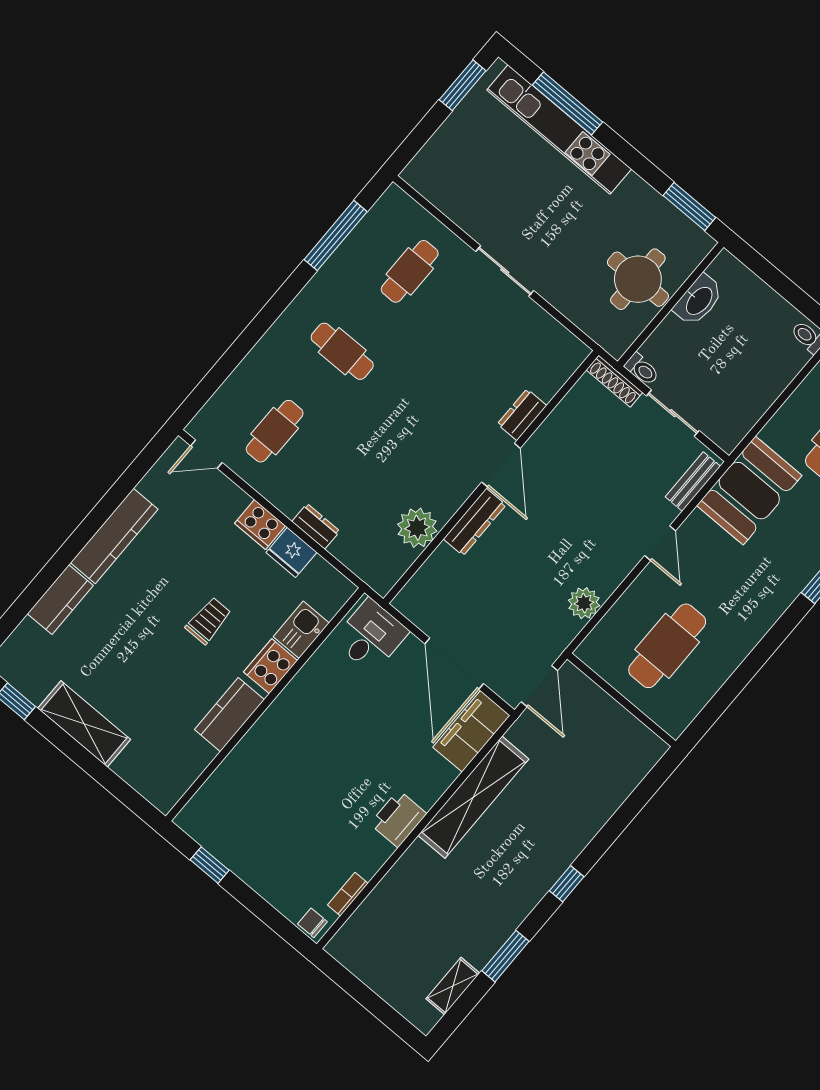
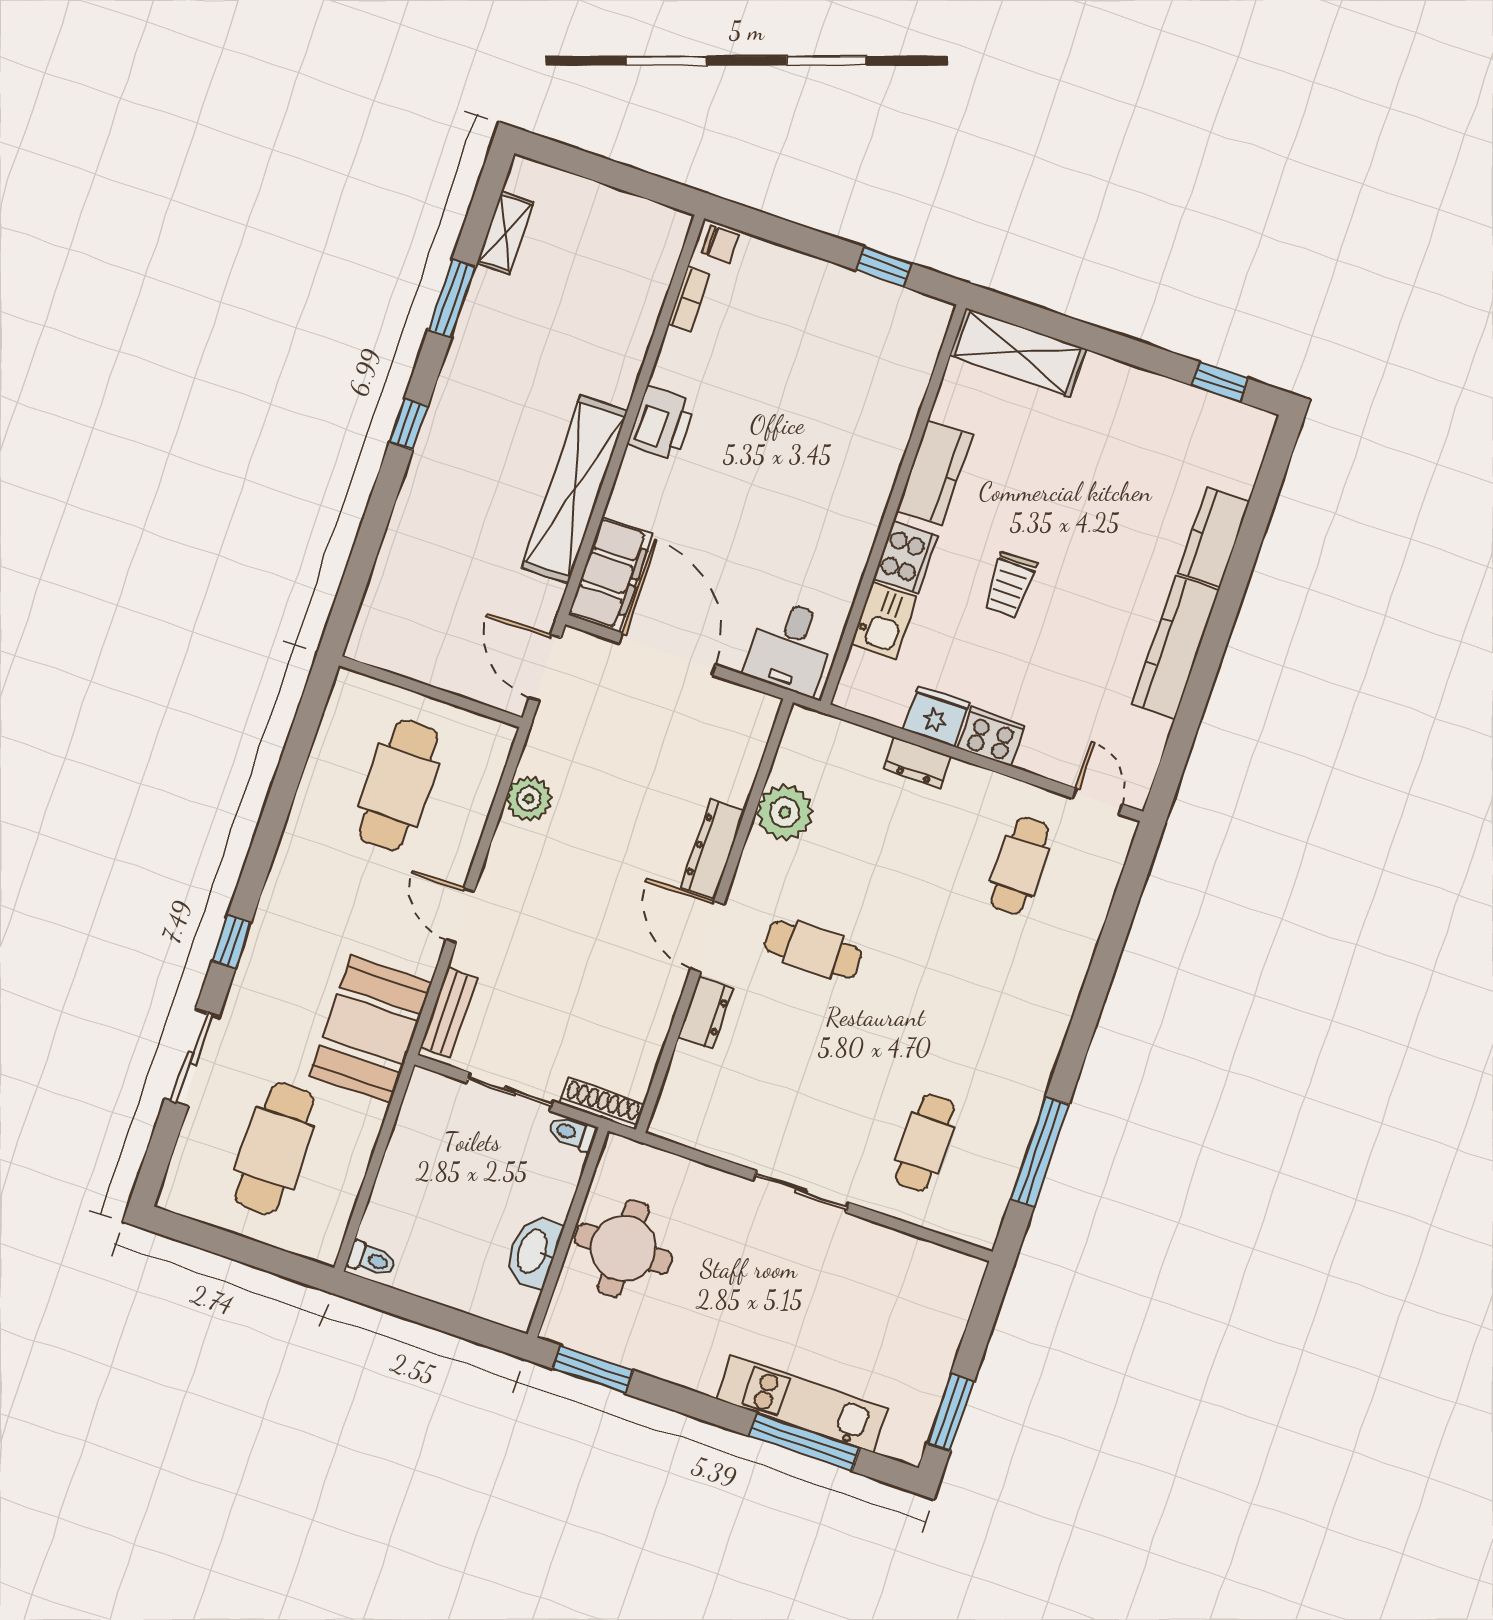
kitchen unit: (559, 129) -> (802, 1404), width x0.73
cafe table: (342, 351) -> (813, 950), moved
door: (206, 454) -> (1097, 801), hinge flipped
shelving: (84, 724) -> (1018, 352), moved

